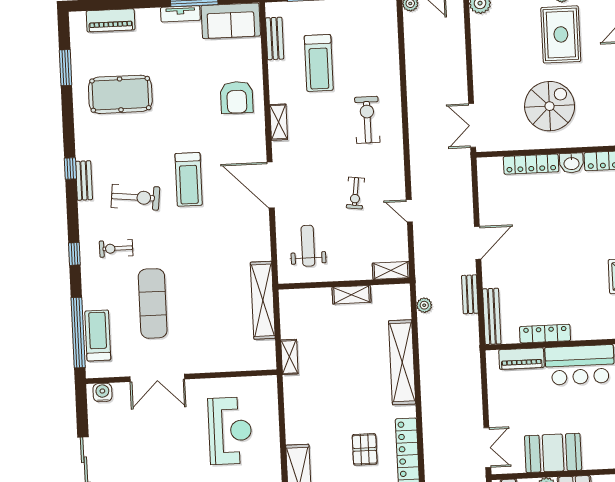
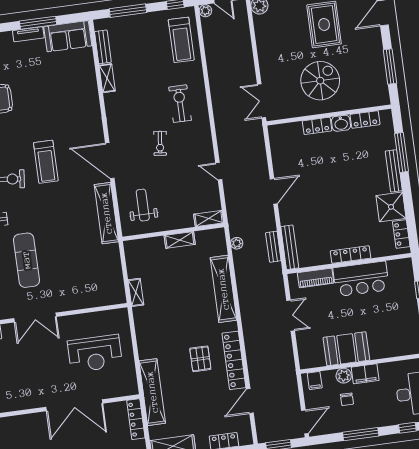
treadmill: (319, 63) -> (181, 40), moved
armchair: (237, 97) -> (77, 95), removed
shelving: (279, 122) -> (107, 78), moved
locker: (531, 164) -> (317, 126), width x0.66
exercise bike: (355, 193) -> (160, 143), moved
bench: (470, 294) -> (273, 247), moved
shelving: (263, 300) -> (106, 213), moved
locker: (545, 334) -> (351, 255), moved
reception desk: (230, 431) -> (95, 353), turned 90
double door: (487, 448) -> (291, 316), moved

